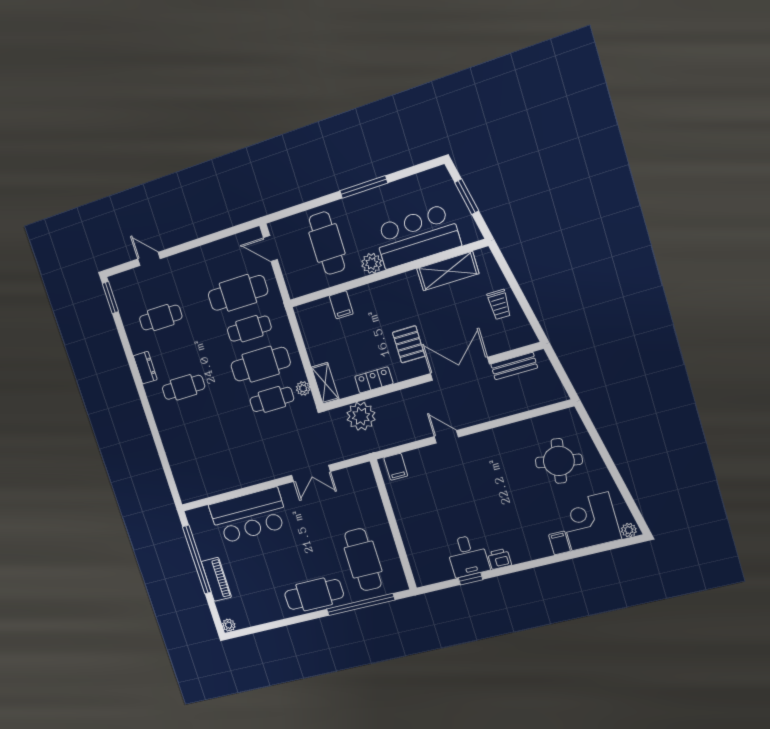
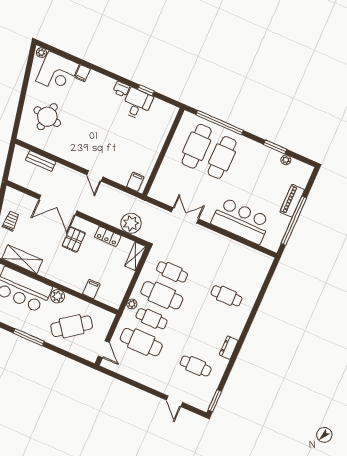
cafe table: (327, 243) -> (72, 326), turned 54
bench: (514, 366) -> (41, 161), moved
cafe table: (184, 387) -> (226, 296), moved
plant: (303, 388) -> (132, 304), moved
cafe table: (314, 594) -> (222, 157), moved, turned 90
window: (281, 623) -> (275, 147), added
plant: (229, 625) -> (286, 160), moved

